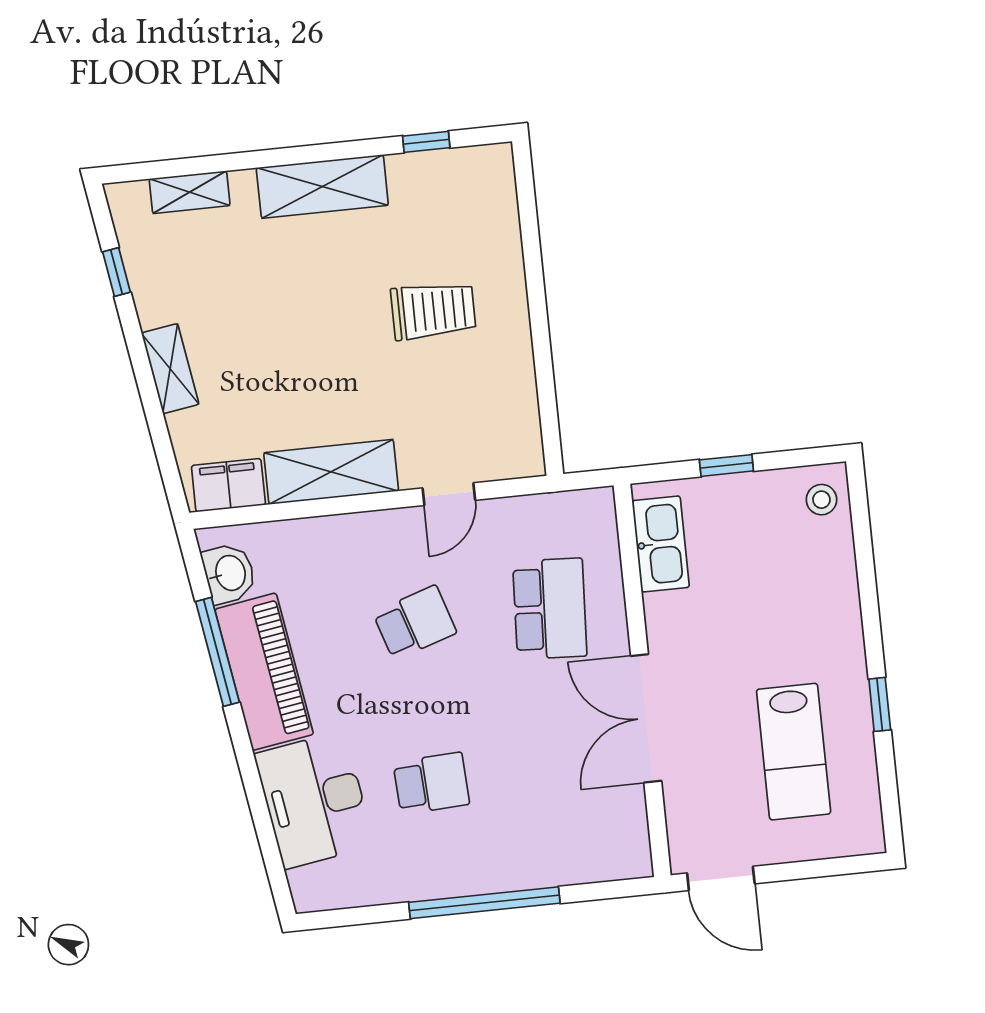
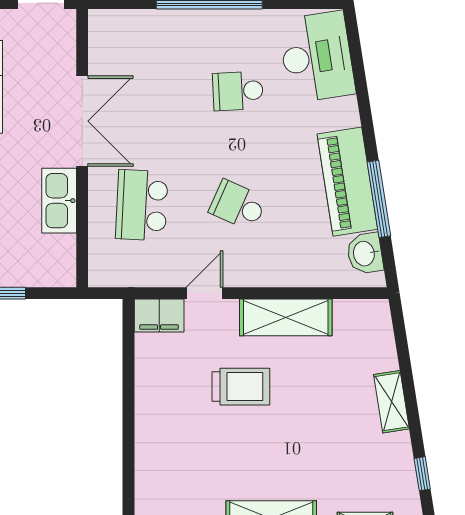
trolley: (433, 311) -> (241, 387), moved, turned 180
filing cabinet: (228, 485) -> (159, 315), moved
kitchen sink: (661, 544) -> (59, 201), moved
school desk: (415, 623) -> (238, 205), turned 42
desk: (314, 800) -> (317, 57), moved

